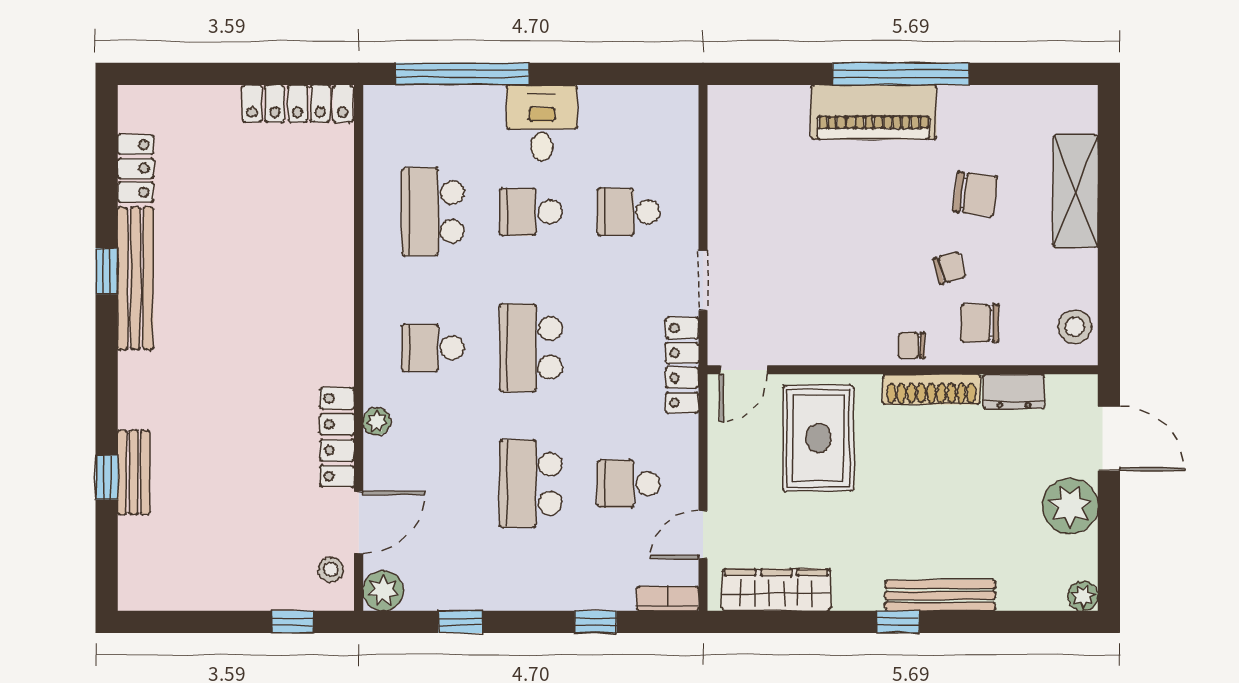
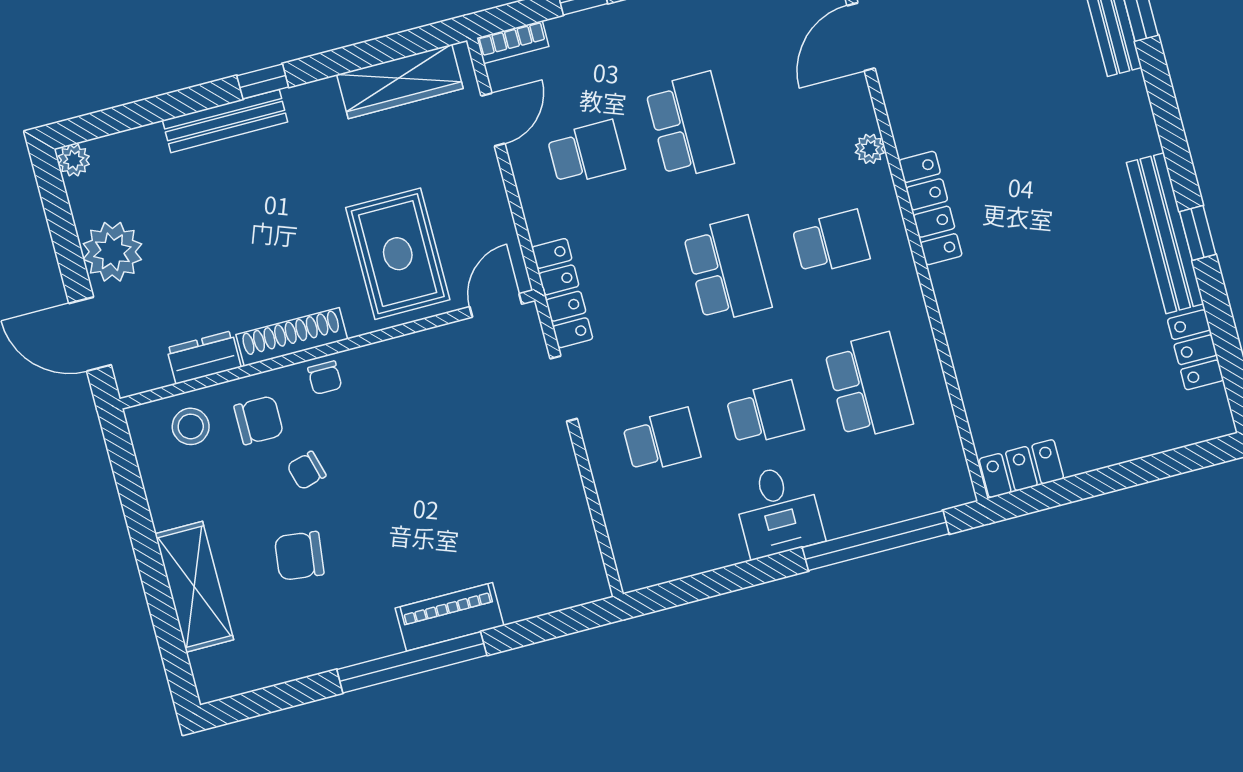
locker: (297, 104) -> (1021, 469), width x0.66
piano: (874, 112) -> (449, 617), width x0.73, depth x0.75
stool: (1075, 327) -> (191, 426), moved
chair: (912, 346) -> (325, 378), turned 90
locker: (337, 437) -> (930, 208), moved

